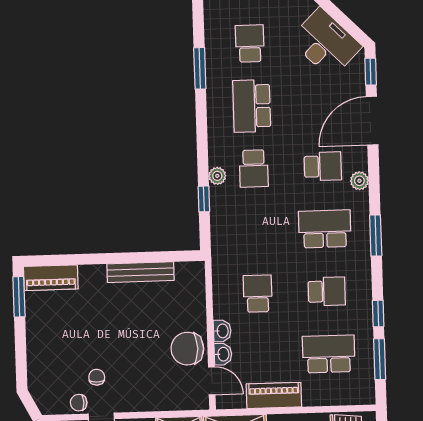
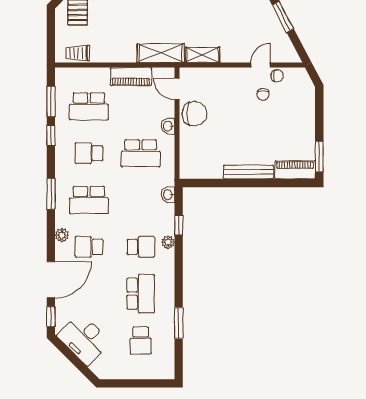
school desk: (254, 169) -> (141, 247), turned 90
bench: (140, 272) -> (248, 172), moved
school desk: (258, 294) -> (141, 153), width x1.85
washbasin: (223, 354) -> (168, 195), moved

